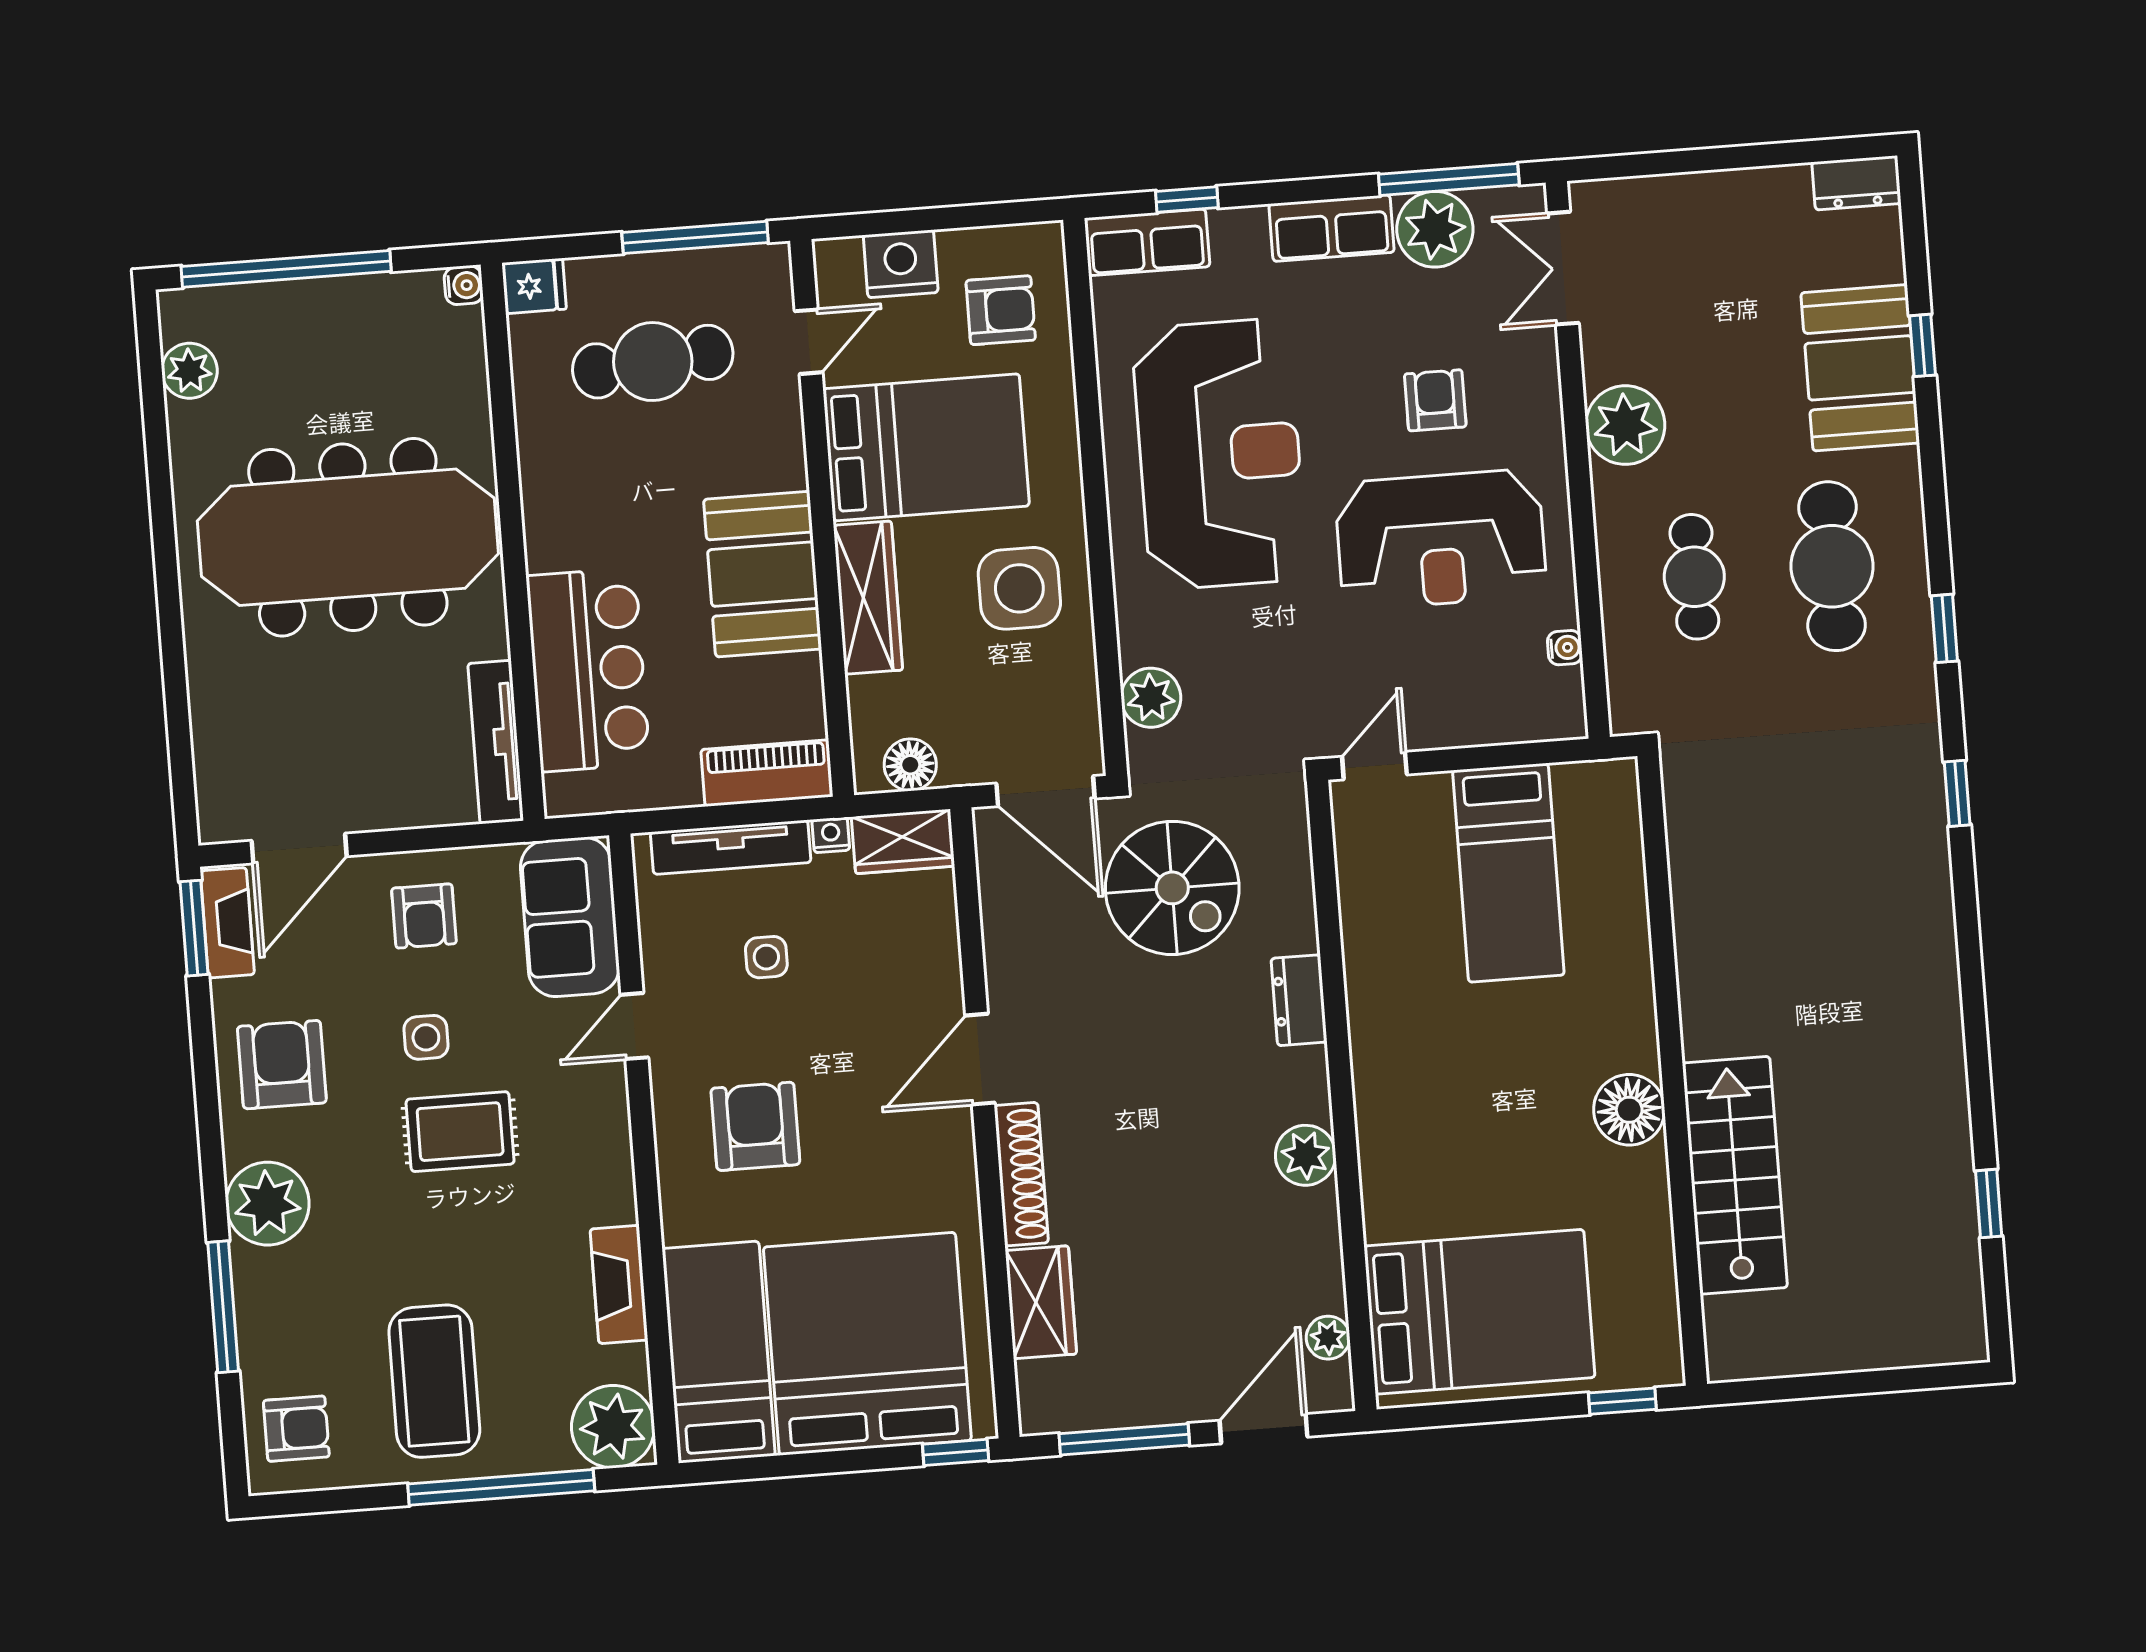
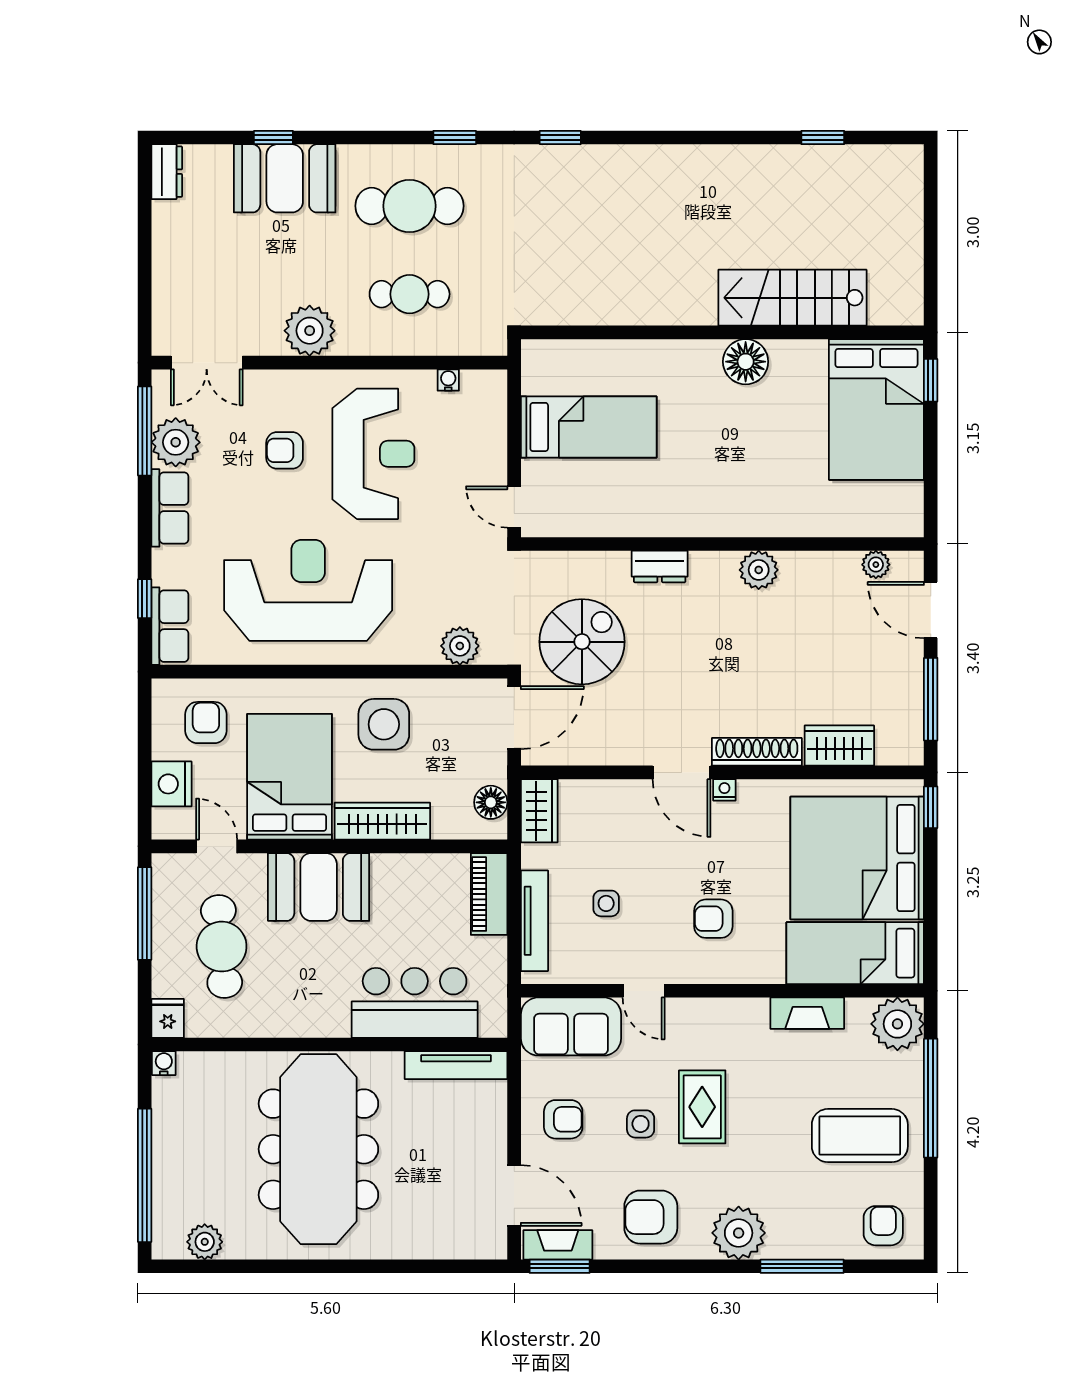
booth: (763, 574) -> (319, 887), moved
nightstand: (831, 835) -> (724, 790), moved, turned 90
armchair: (755, 1126) -> (713, 919), width x0.72, depth x0.72
bed: (1479, 1312) -> (876, 409), moved, turned 180

